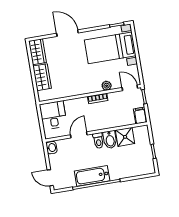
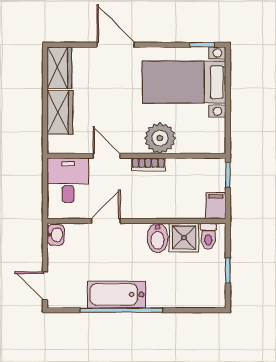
plant: (107, 86) -> (160, 138), width x1.88, depth x1.88
door: (130, 88) -> (107, 156), moved
toilet: (98, 141) -> (208, 236), moved

